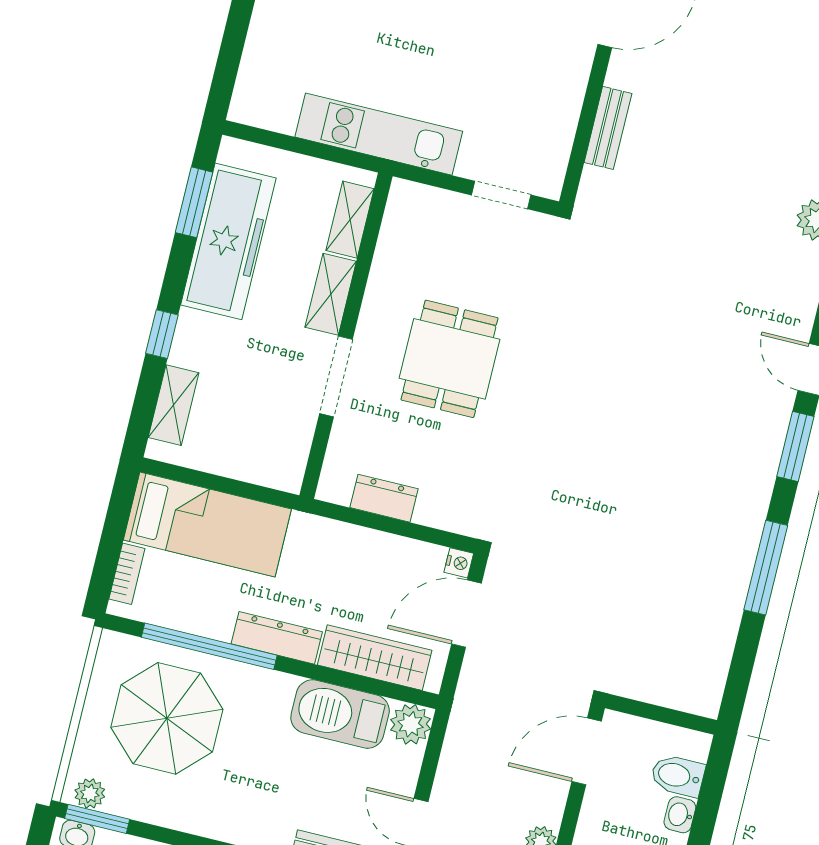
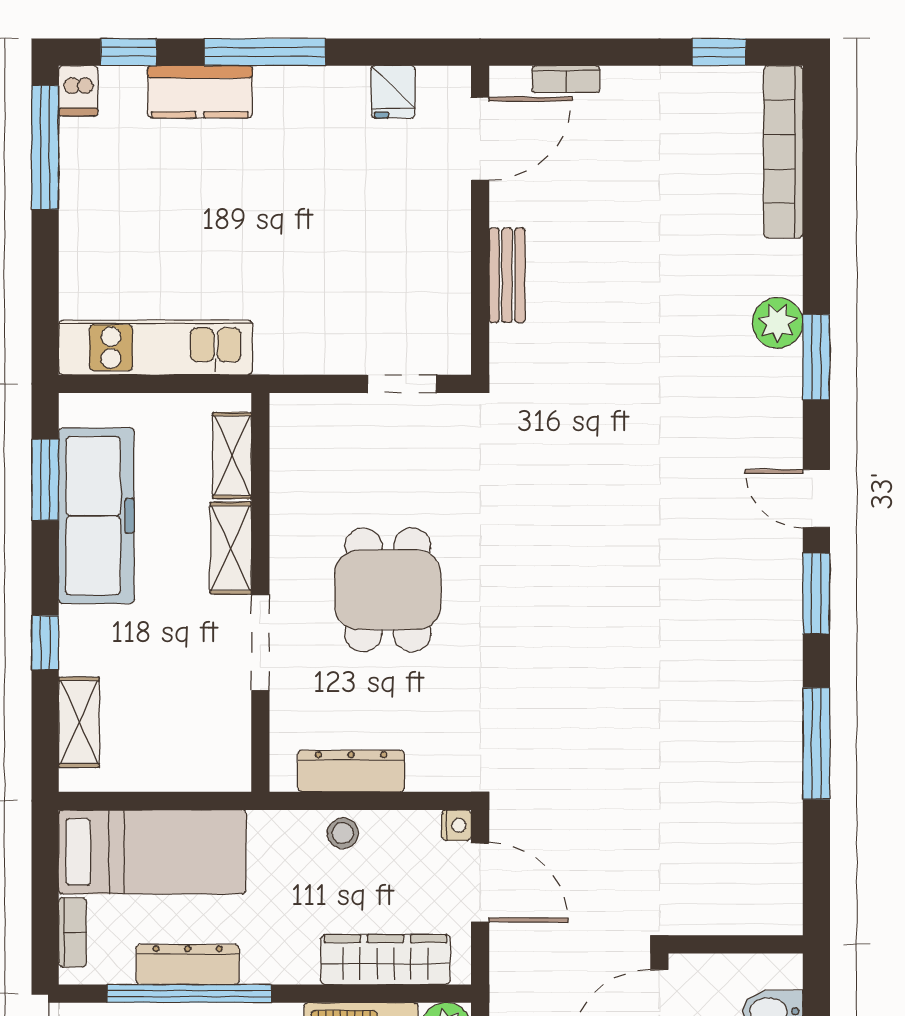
kitchen unit: (379, 134) -> (156, 348), moved
dresser: (384, 498) -> (351, 771), width x1.44
stool: (365, 547) -> (343, 833), added
door: (466, 614) -> (480, 882), swing flipped
dresser: (277, 638) -> (188, 965), moved

